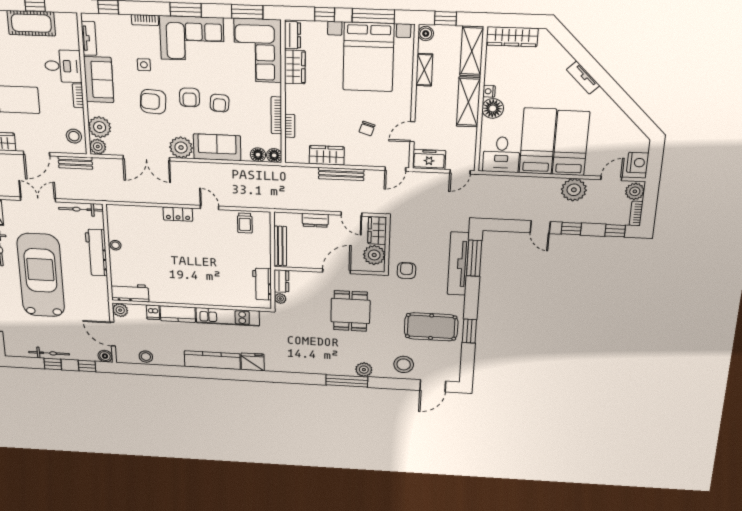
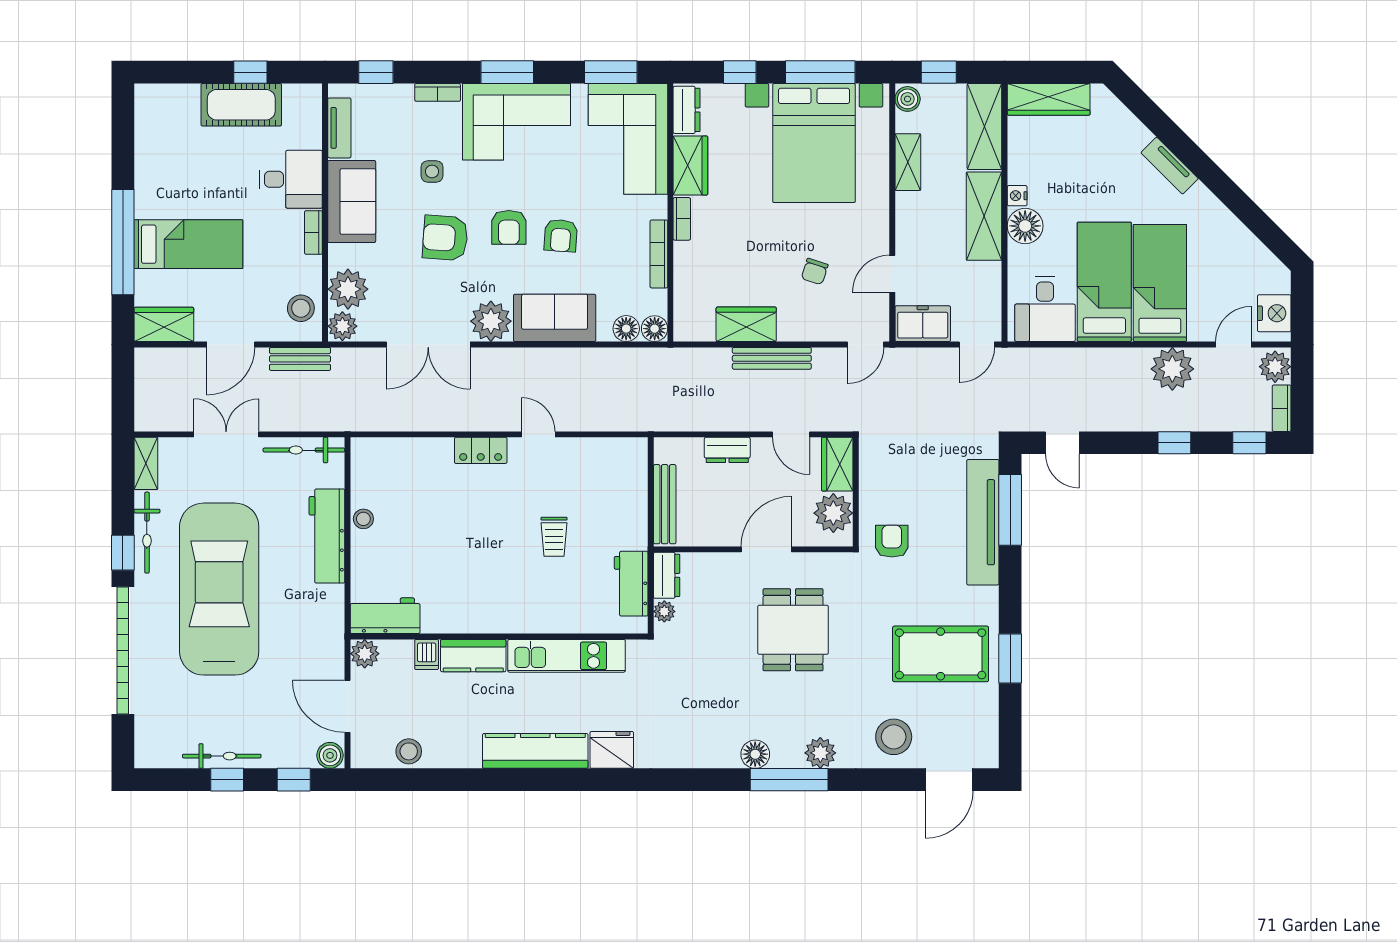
bookcase: (290, 126) -> (682, 219), moved
trolley: (245, 223) -> (554, 537), moved
door: (540, 227) -> (1062, 443), moved
floor lamp: (329, 368) -> (755, 754), added

